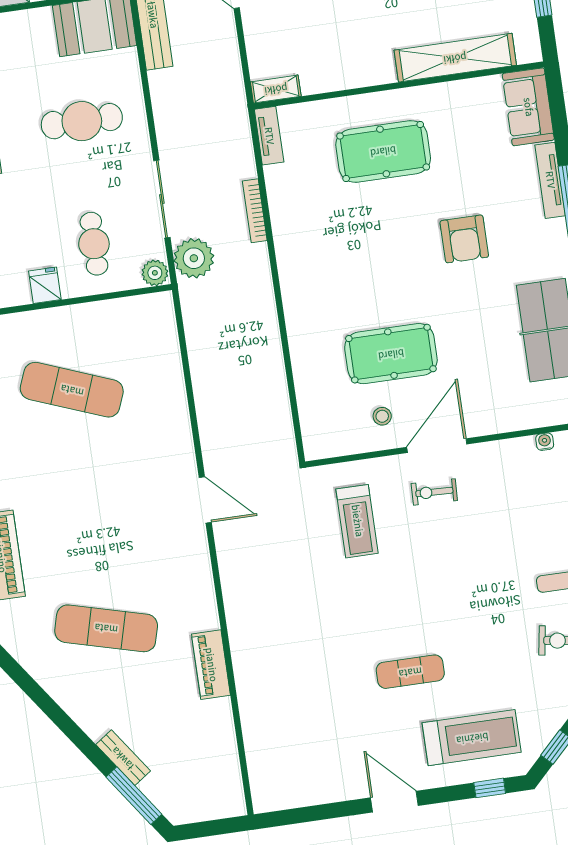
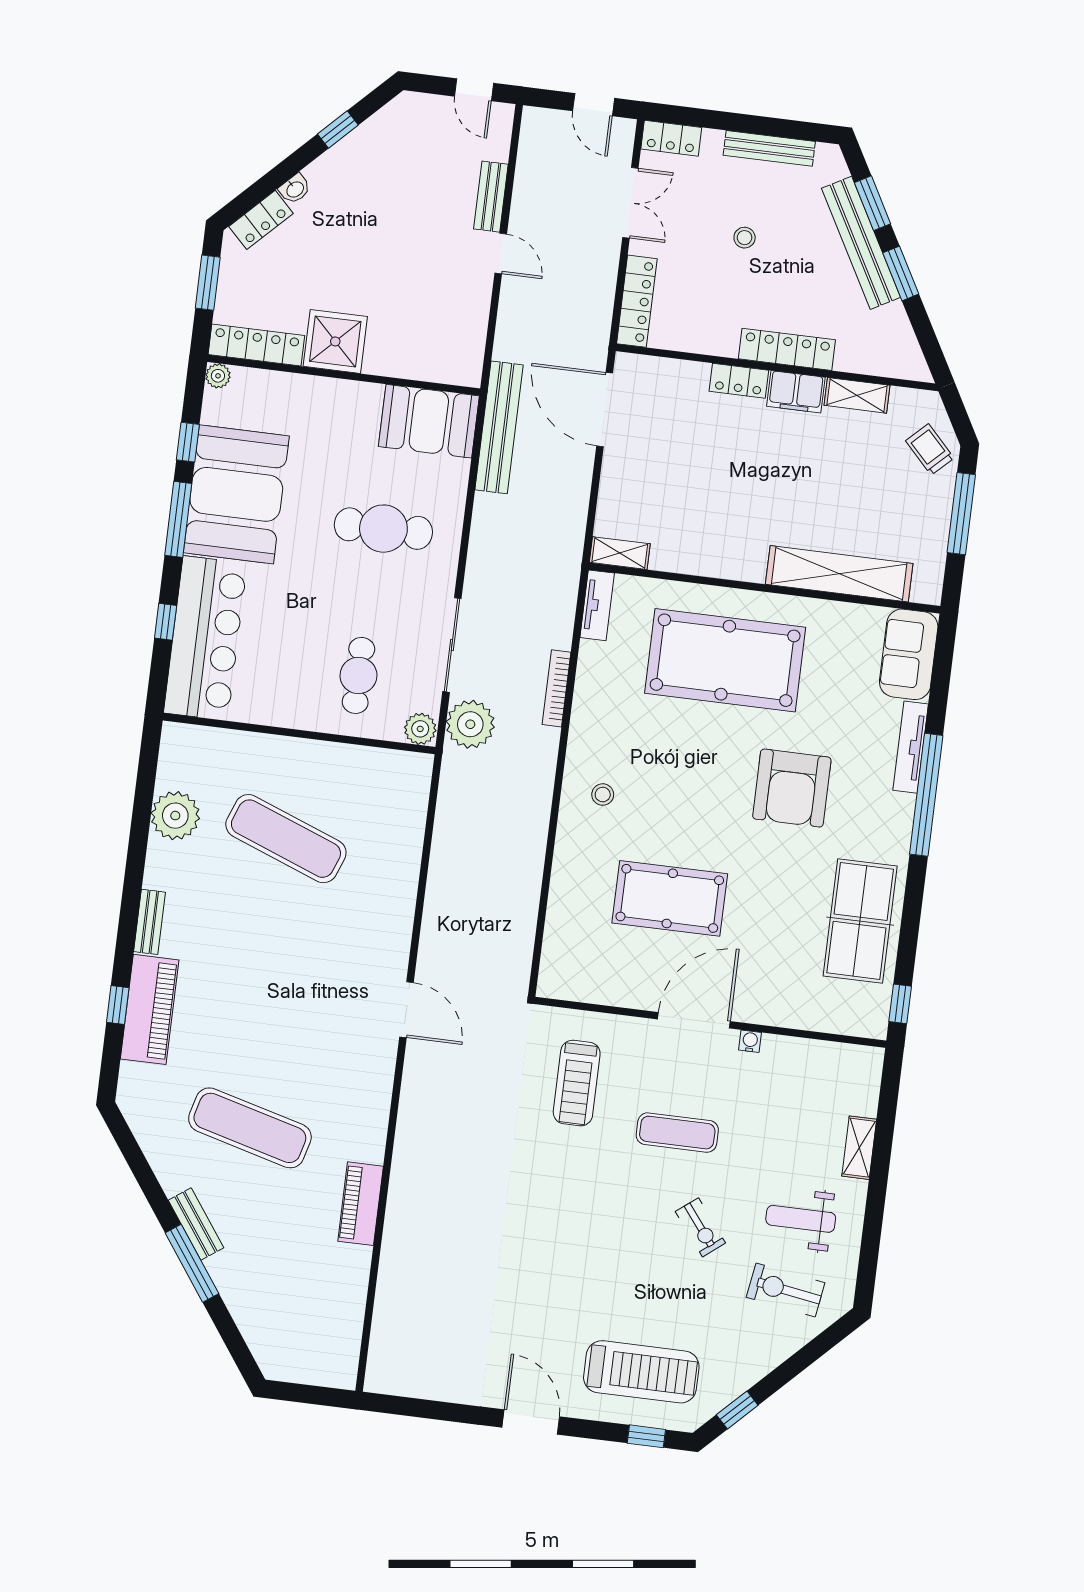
pool table: (383, 151) -> (725, 660), width x1.36, depth x1.32
armchair: (464, 239) -> (792, 788), width x1.36, depth x1.36
fridge: (45, 285) -> (288, 708), removed
stool: (382, 416) -> (603, 795), moved
water cooler: (545, 442) -> (750, 1041), moved
exercise bike: (434, 492) -> (700, 1227), moved, turned -130
exercise mat: (410, 672) -> (677, 1133), moved
bench: (123, 758) -> (196, 1224), moved
window: (134, 796) -> (192, 1263), moved

